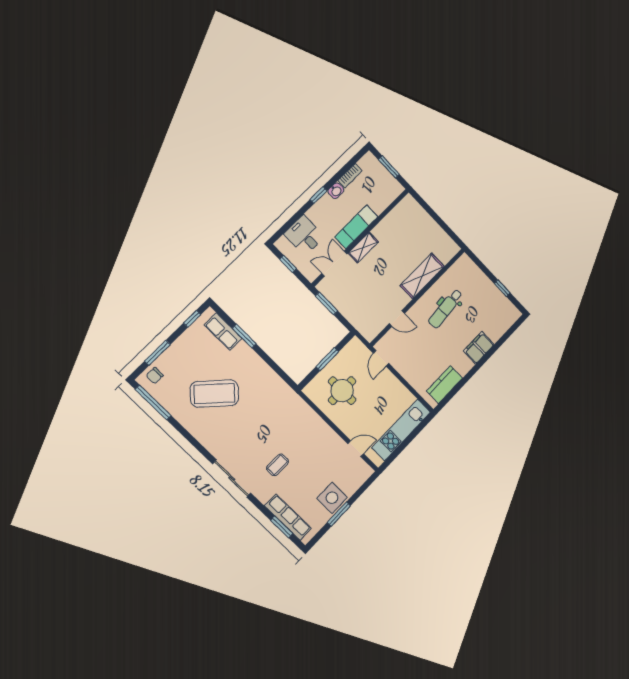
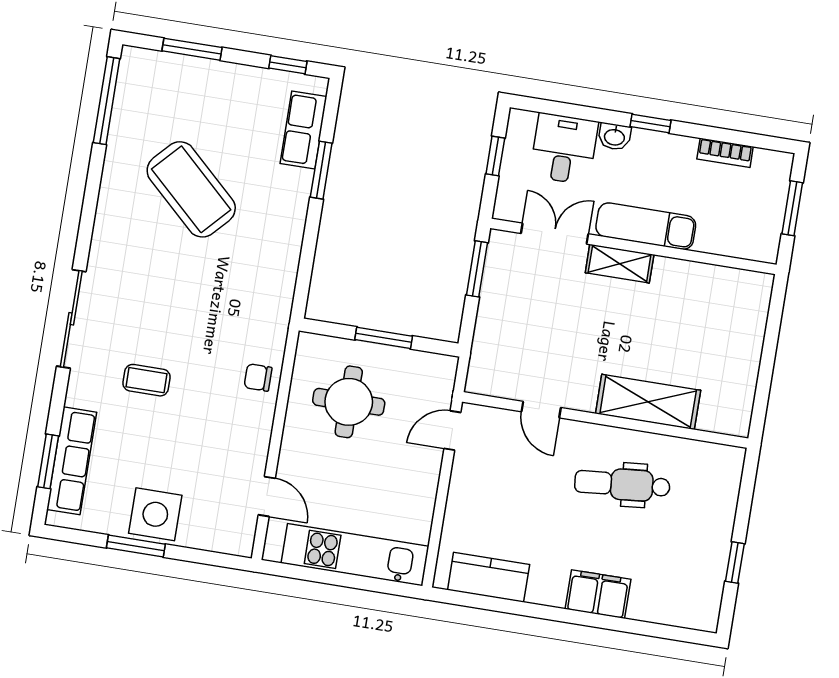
washbasin: (336, 191) -> (615, 137), moved
chair: (155, 376) -> (258, 377), moved

